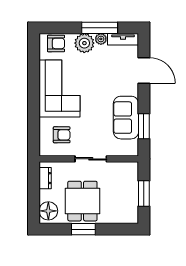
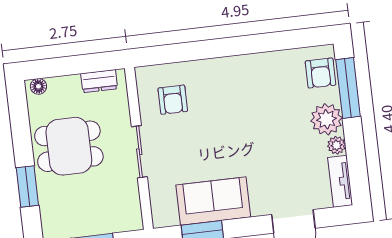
window: (100, 28) -> (348, 88), moved
corner sofa: (60, 88) -> (248, 87), removed
floor lamp: (48, 211) -> (38, 86), width x0.53, depth x0.53
window: (83, 229) -> (27, 187), moved

